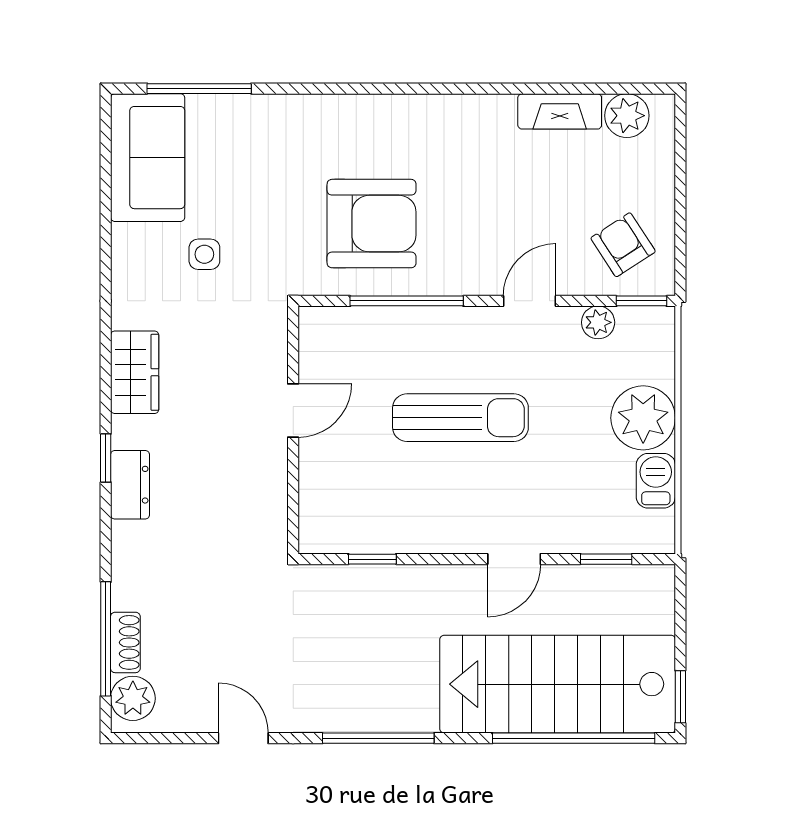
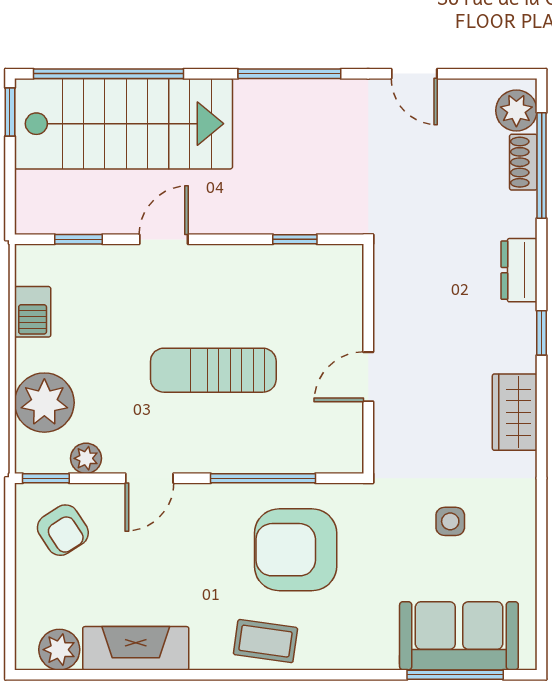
fireplace: (560, 111) -> (136, 648), width x1.37, depth x1.32
coffee table: (404, 125) -> (265, 641), added
sofa: (148, 158) -> (459, 636), moved, turned 90
plant: (643, 418) -> (44, 403), moved
dresser: (130, 485) -> (519, 270), moved

